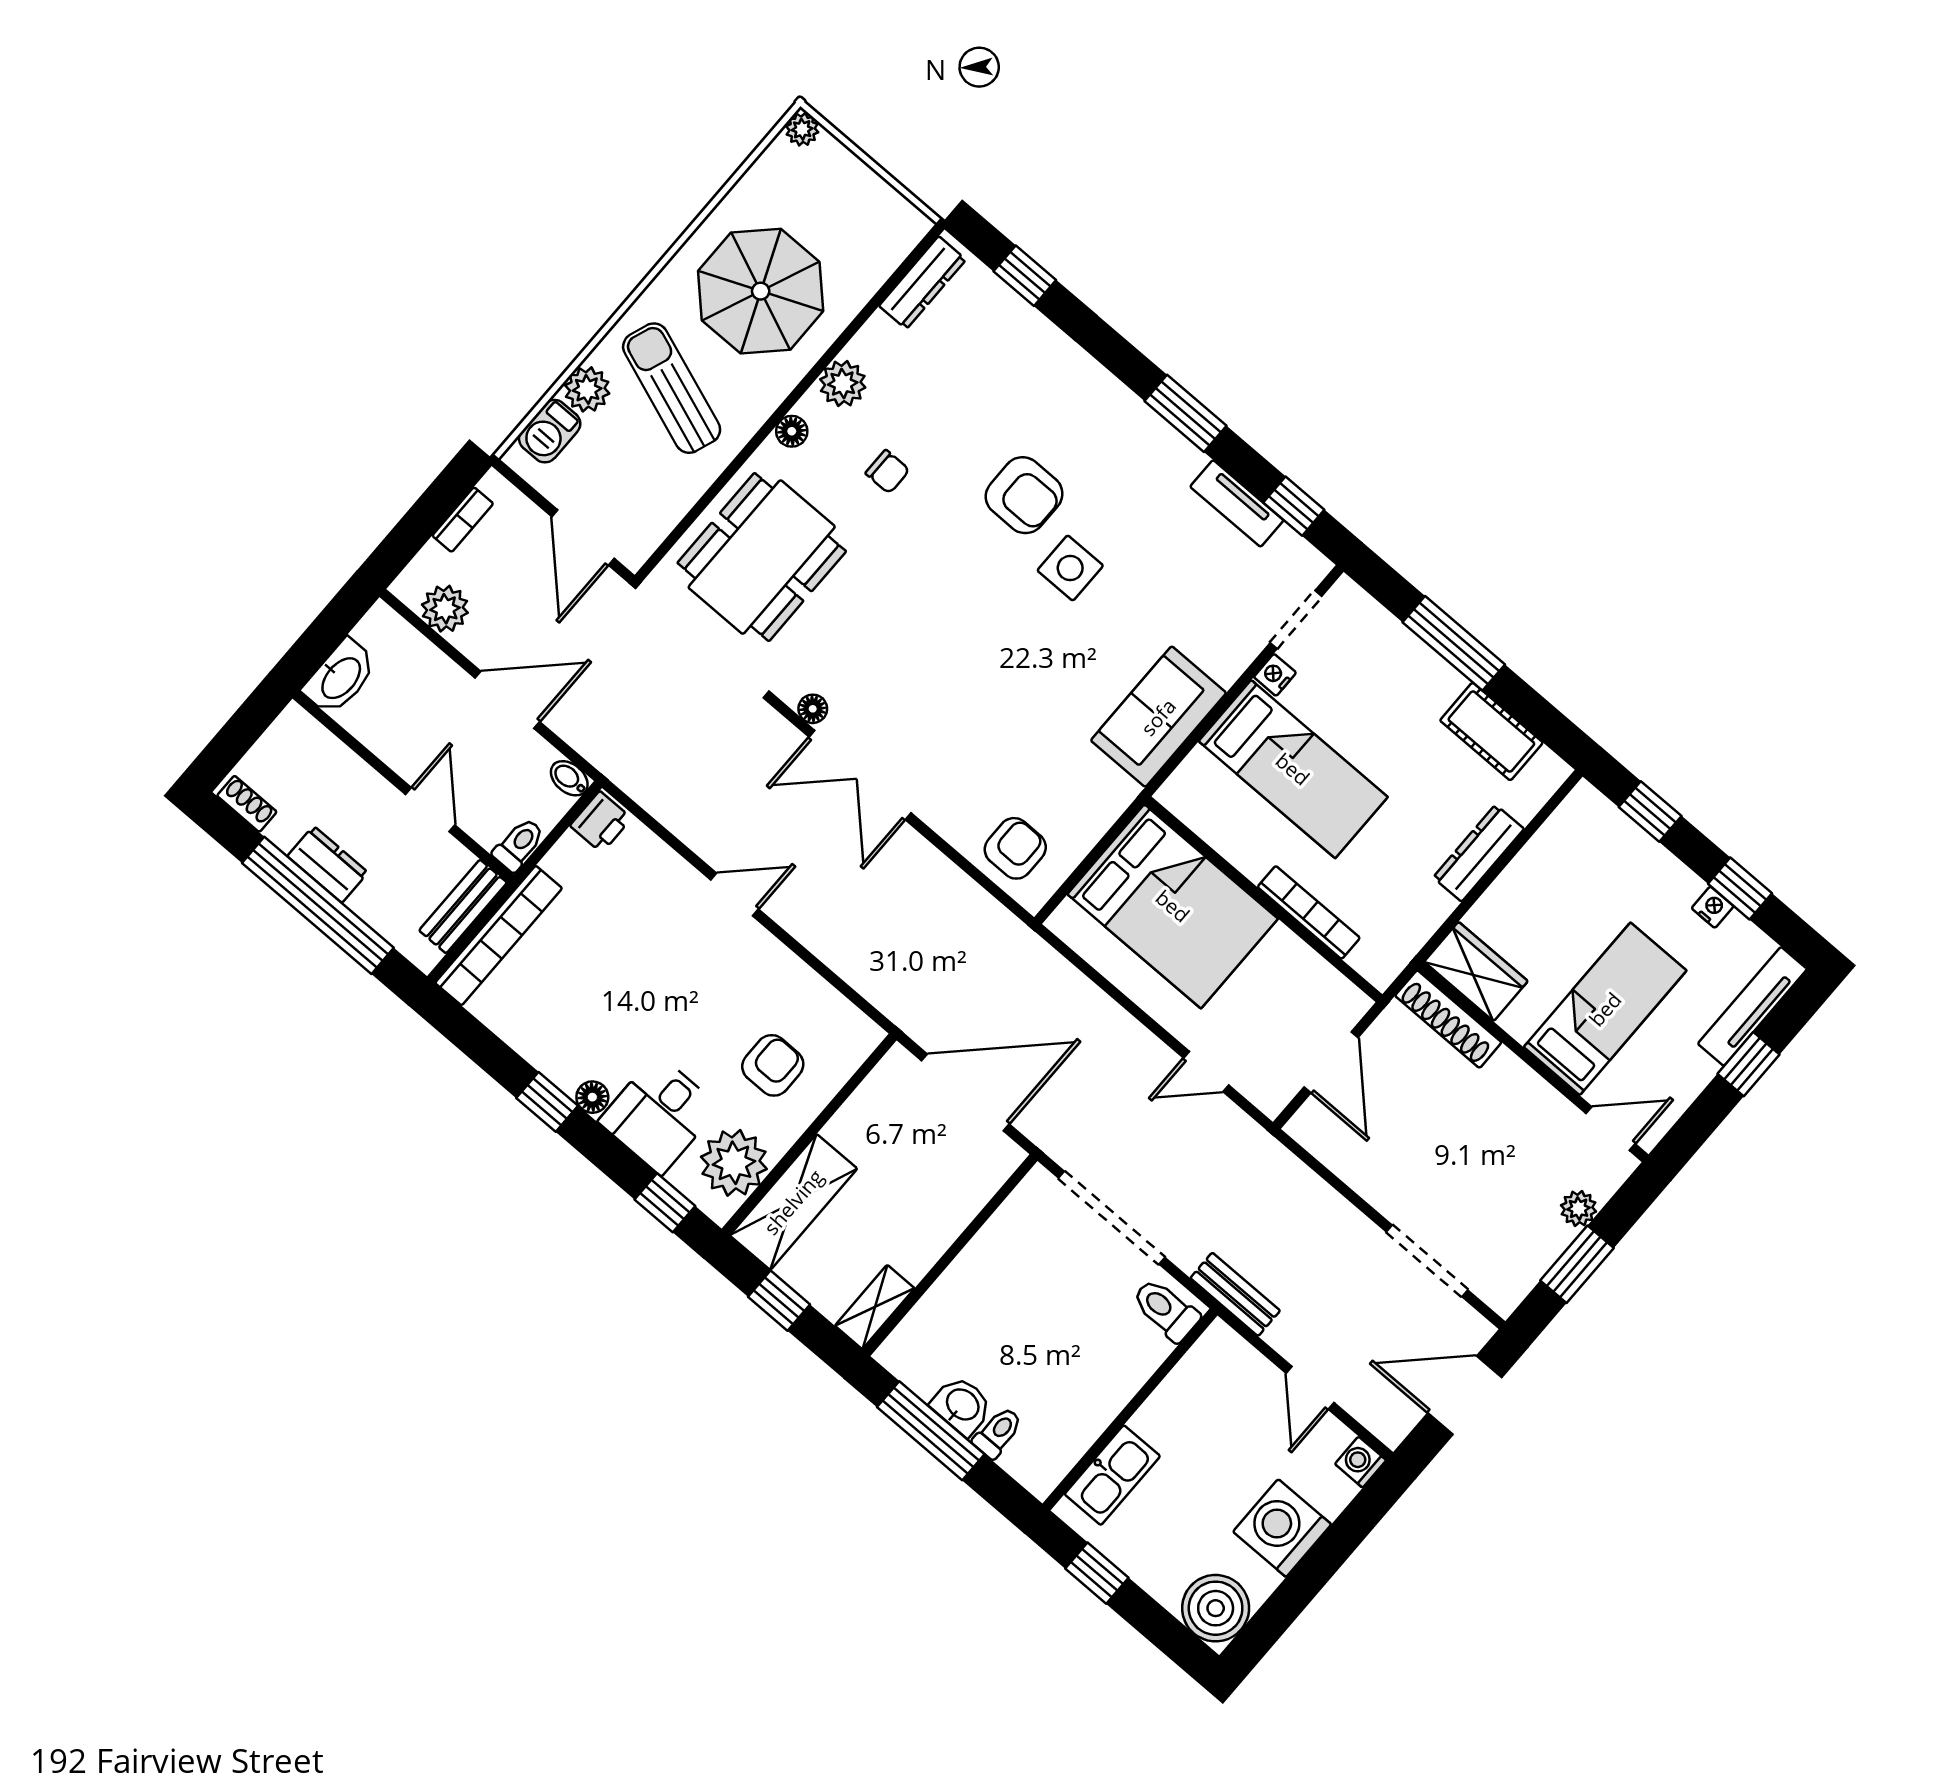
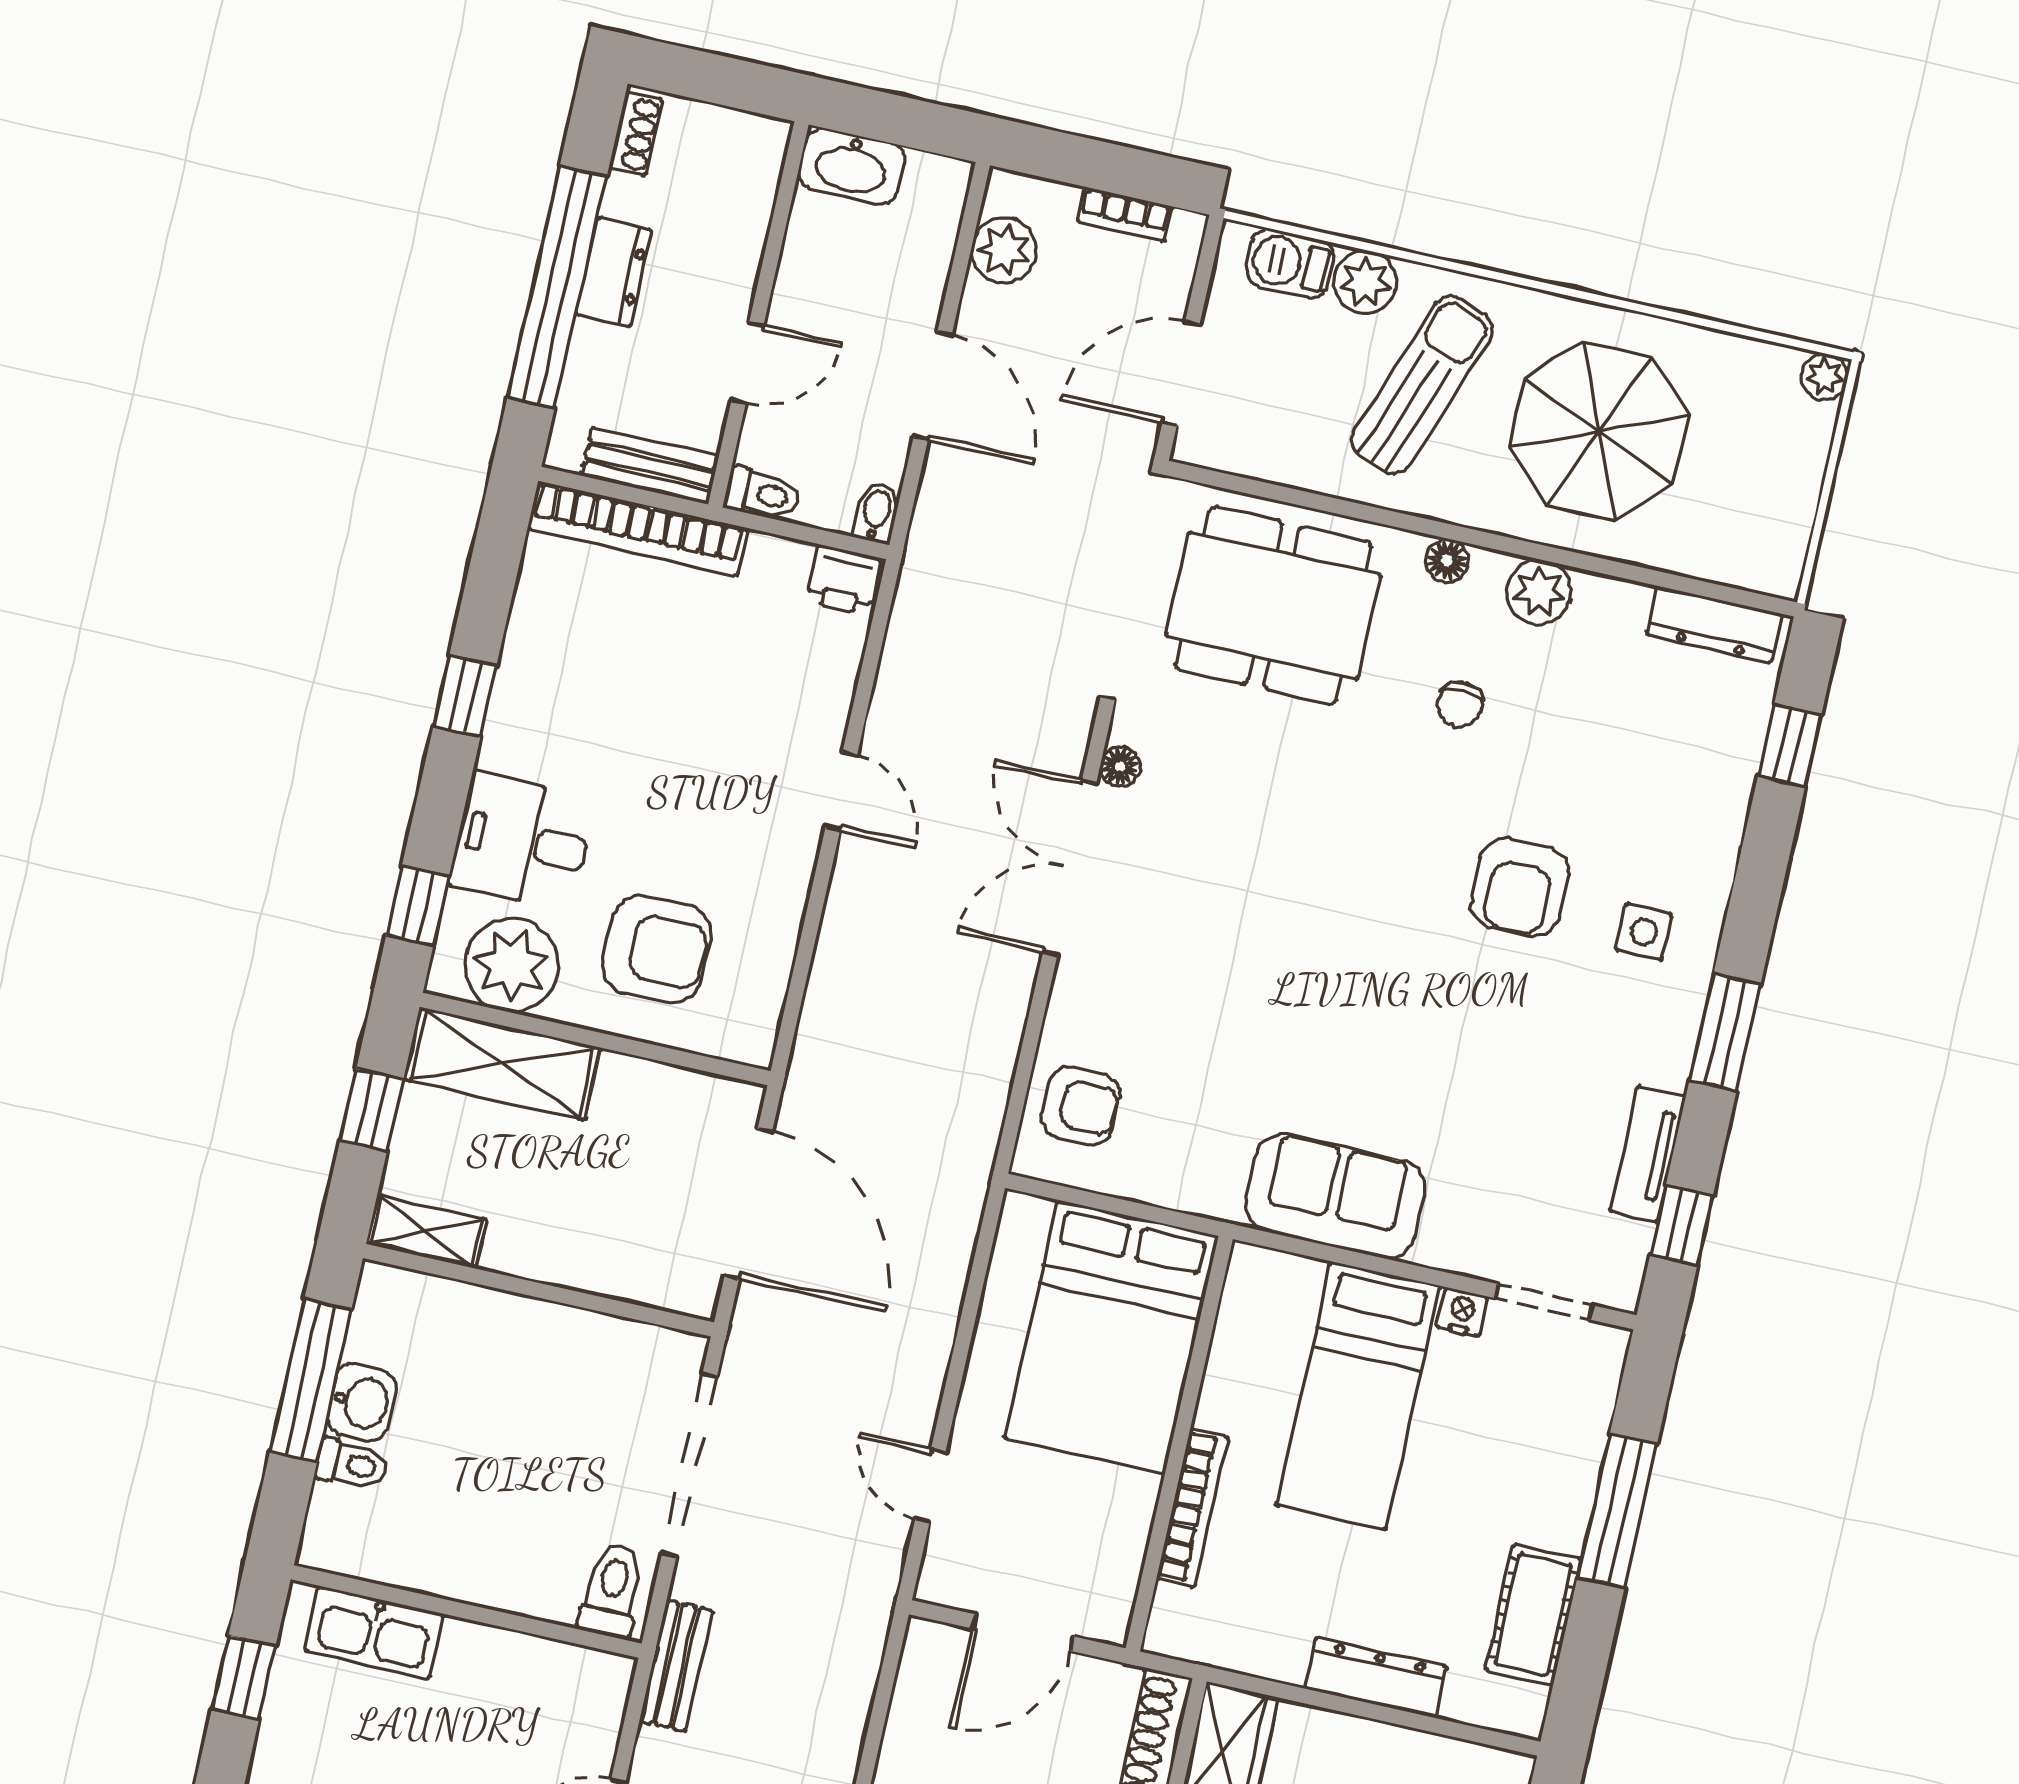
side table: (1070, 568) -> (1644, 932), moved, width x0.73, depth x0.73
armchair: (773, 1065) -> (656, 949), width x1.38, depth x1.38
floor lamp: (592, 1097) -> (500, 748), removed

